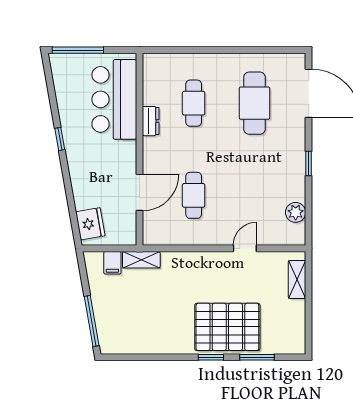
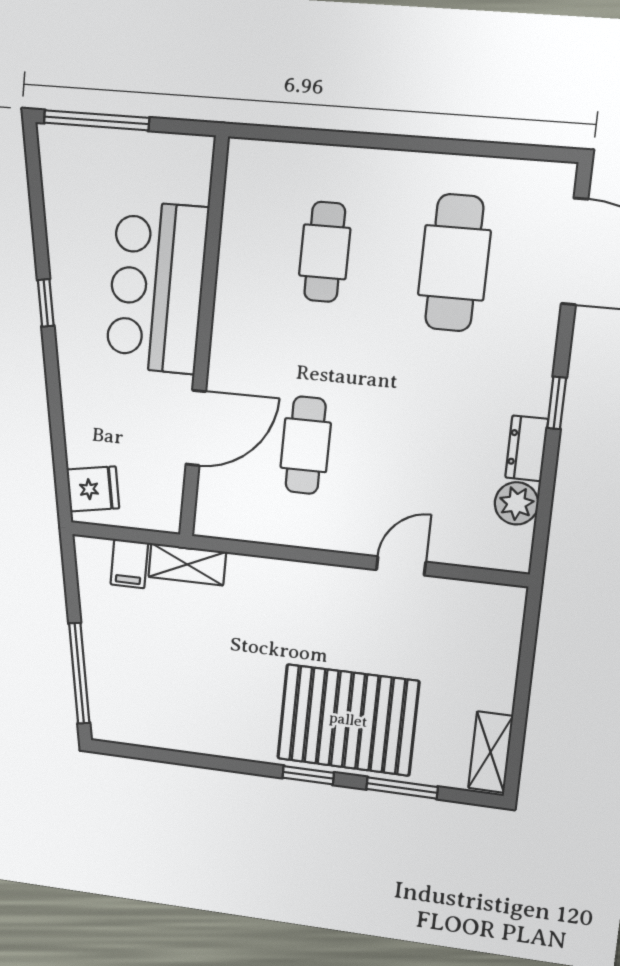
bar counter: (114, 99) -> (157, 287), moved
dresser: (151, 121) -> (527, 448), moved, turned 180
fridge: (90, 224) -> (93, 489), width x0.72
shelving: (297, 279) -> (491, 752), moved

